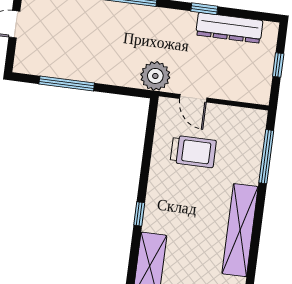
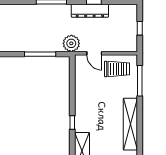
dresser: (229, 28) -> (90, 11), moved
window: (67, 83) -> (40, 54), moved
trolley: (193, 151) -> (117, 69), moved

